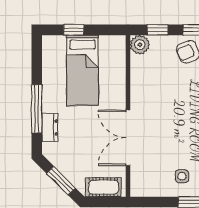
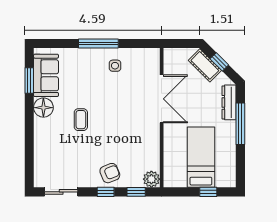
dresser: (50, 127) -> (229, 102), width x1.44
window: (61, 181) -> (219, 62), width x0.67
cot: (103, 187) -> (205, 65), moved, turned 45

